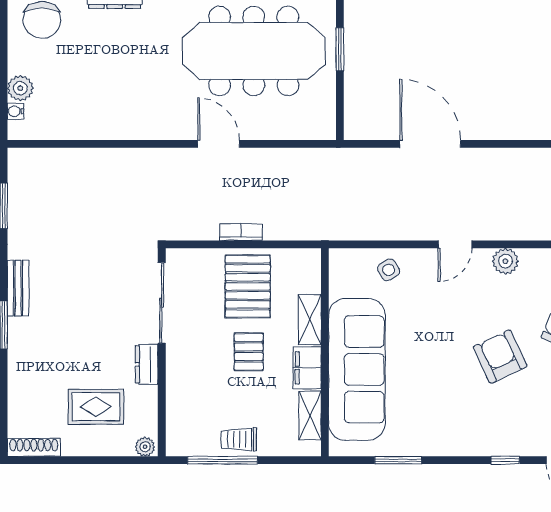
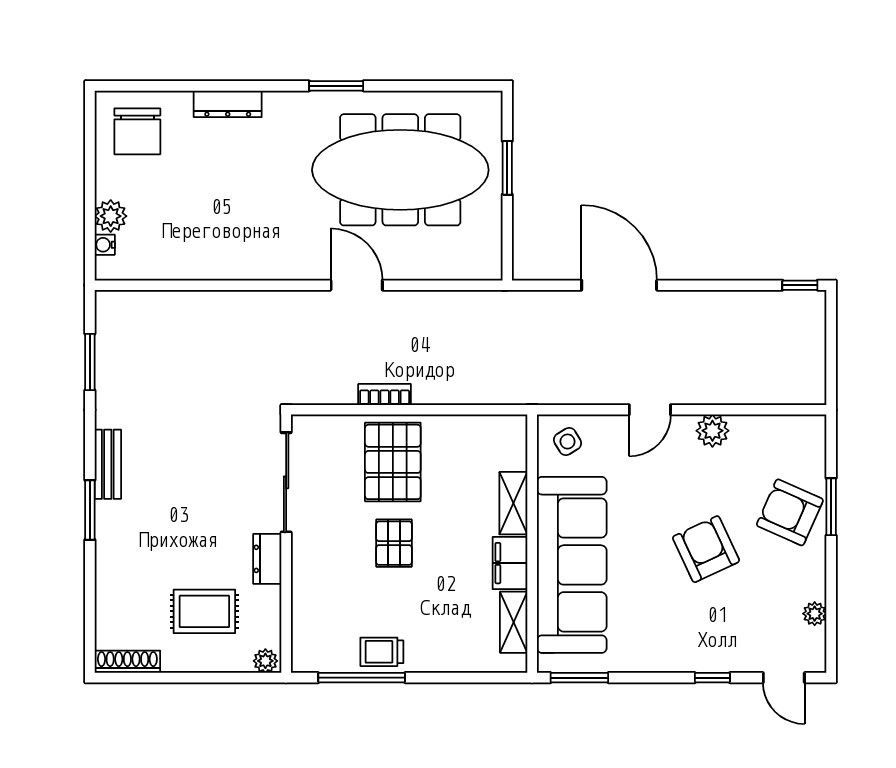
shelving: (310, 320) -> (513, 503), moved
wall: (325, 352) -> (532, 544), moved
filing cabinet: (307, 368) -> (510, 563), moved
sofa: (357, 369) -> (572, 565), moved
shelving: (310, 416) -> (514, 622), moved

